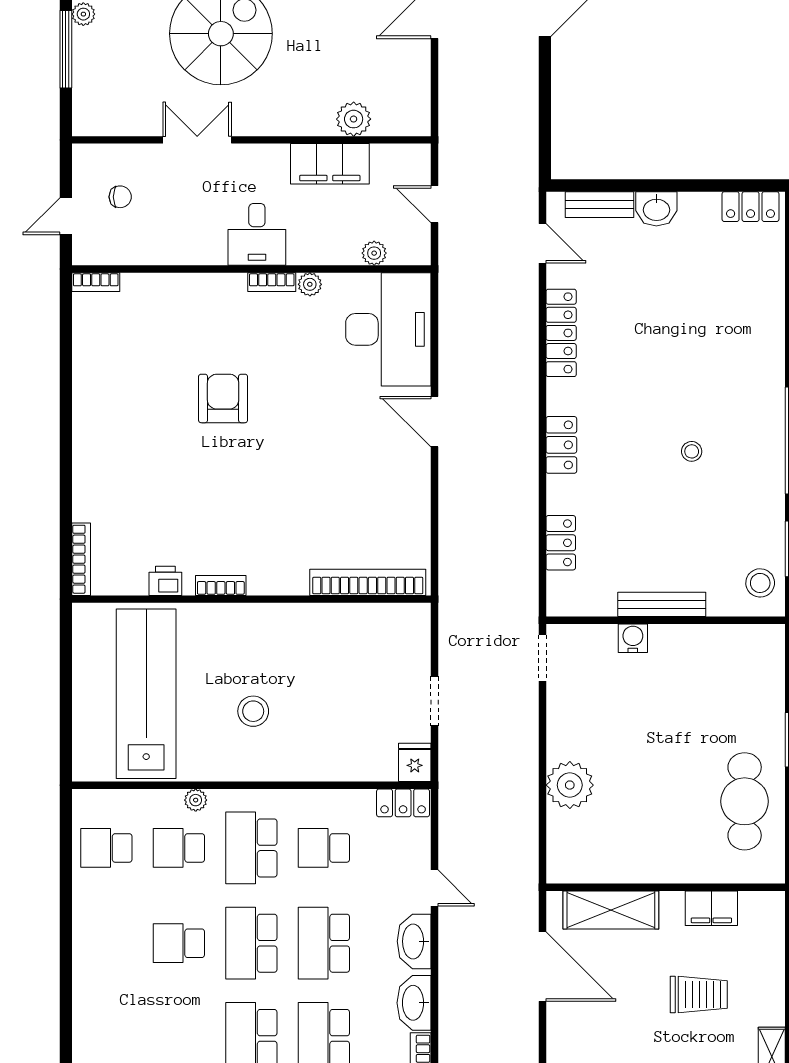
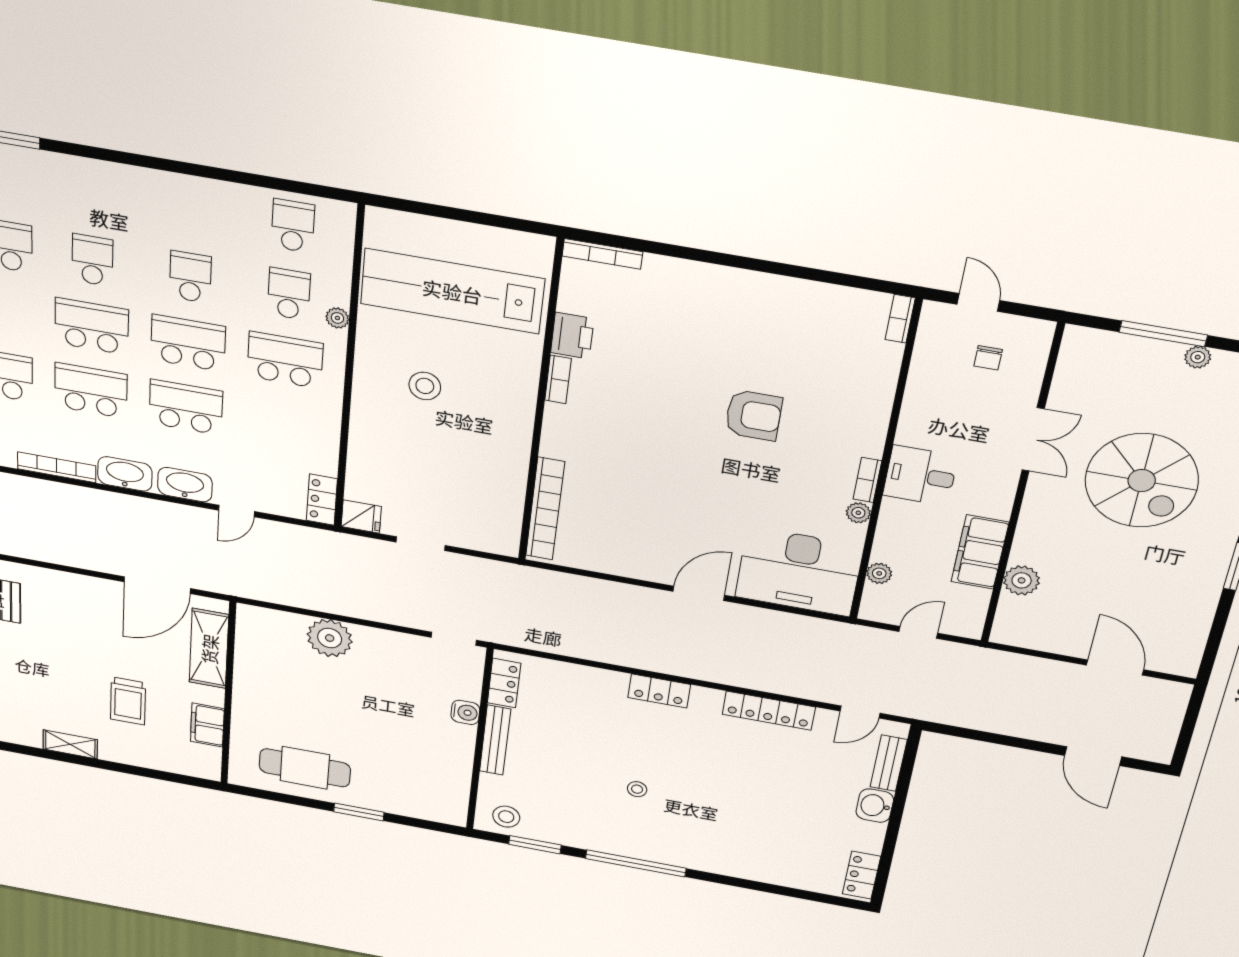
locker: (561, 543) -> (504, 683), moved, turned -90
printer: (165, 581) -> (572, 336), width x1.36, depth x1.24
lab bench: (146, 694) -> (452, 291), turned 180
school desk: (324, 848) -> (92, 260), moved

